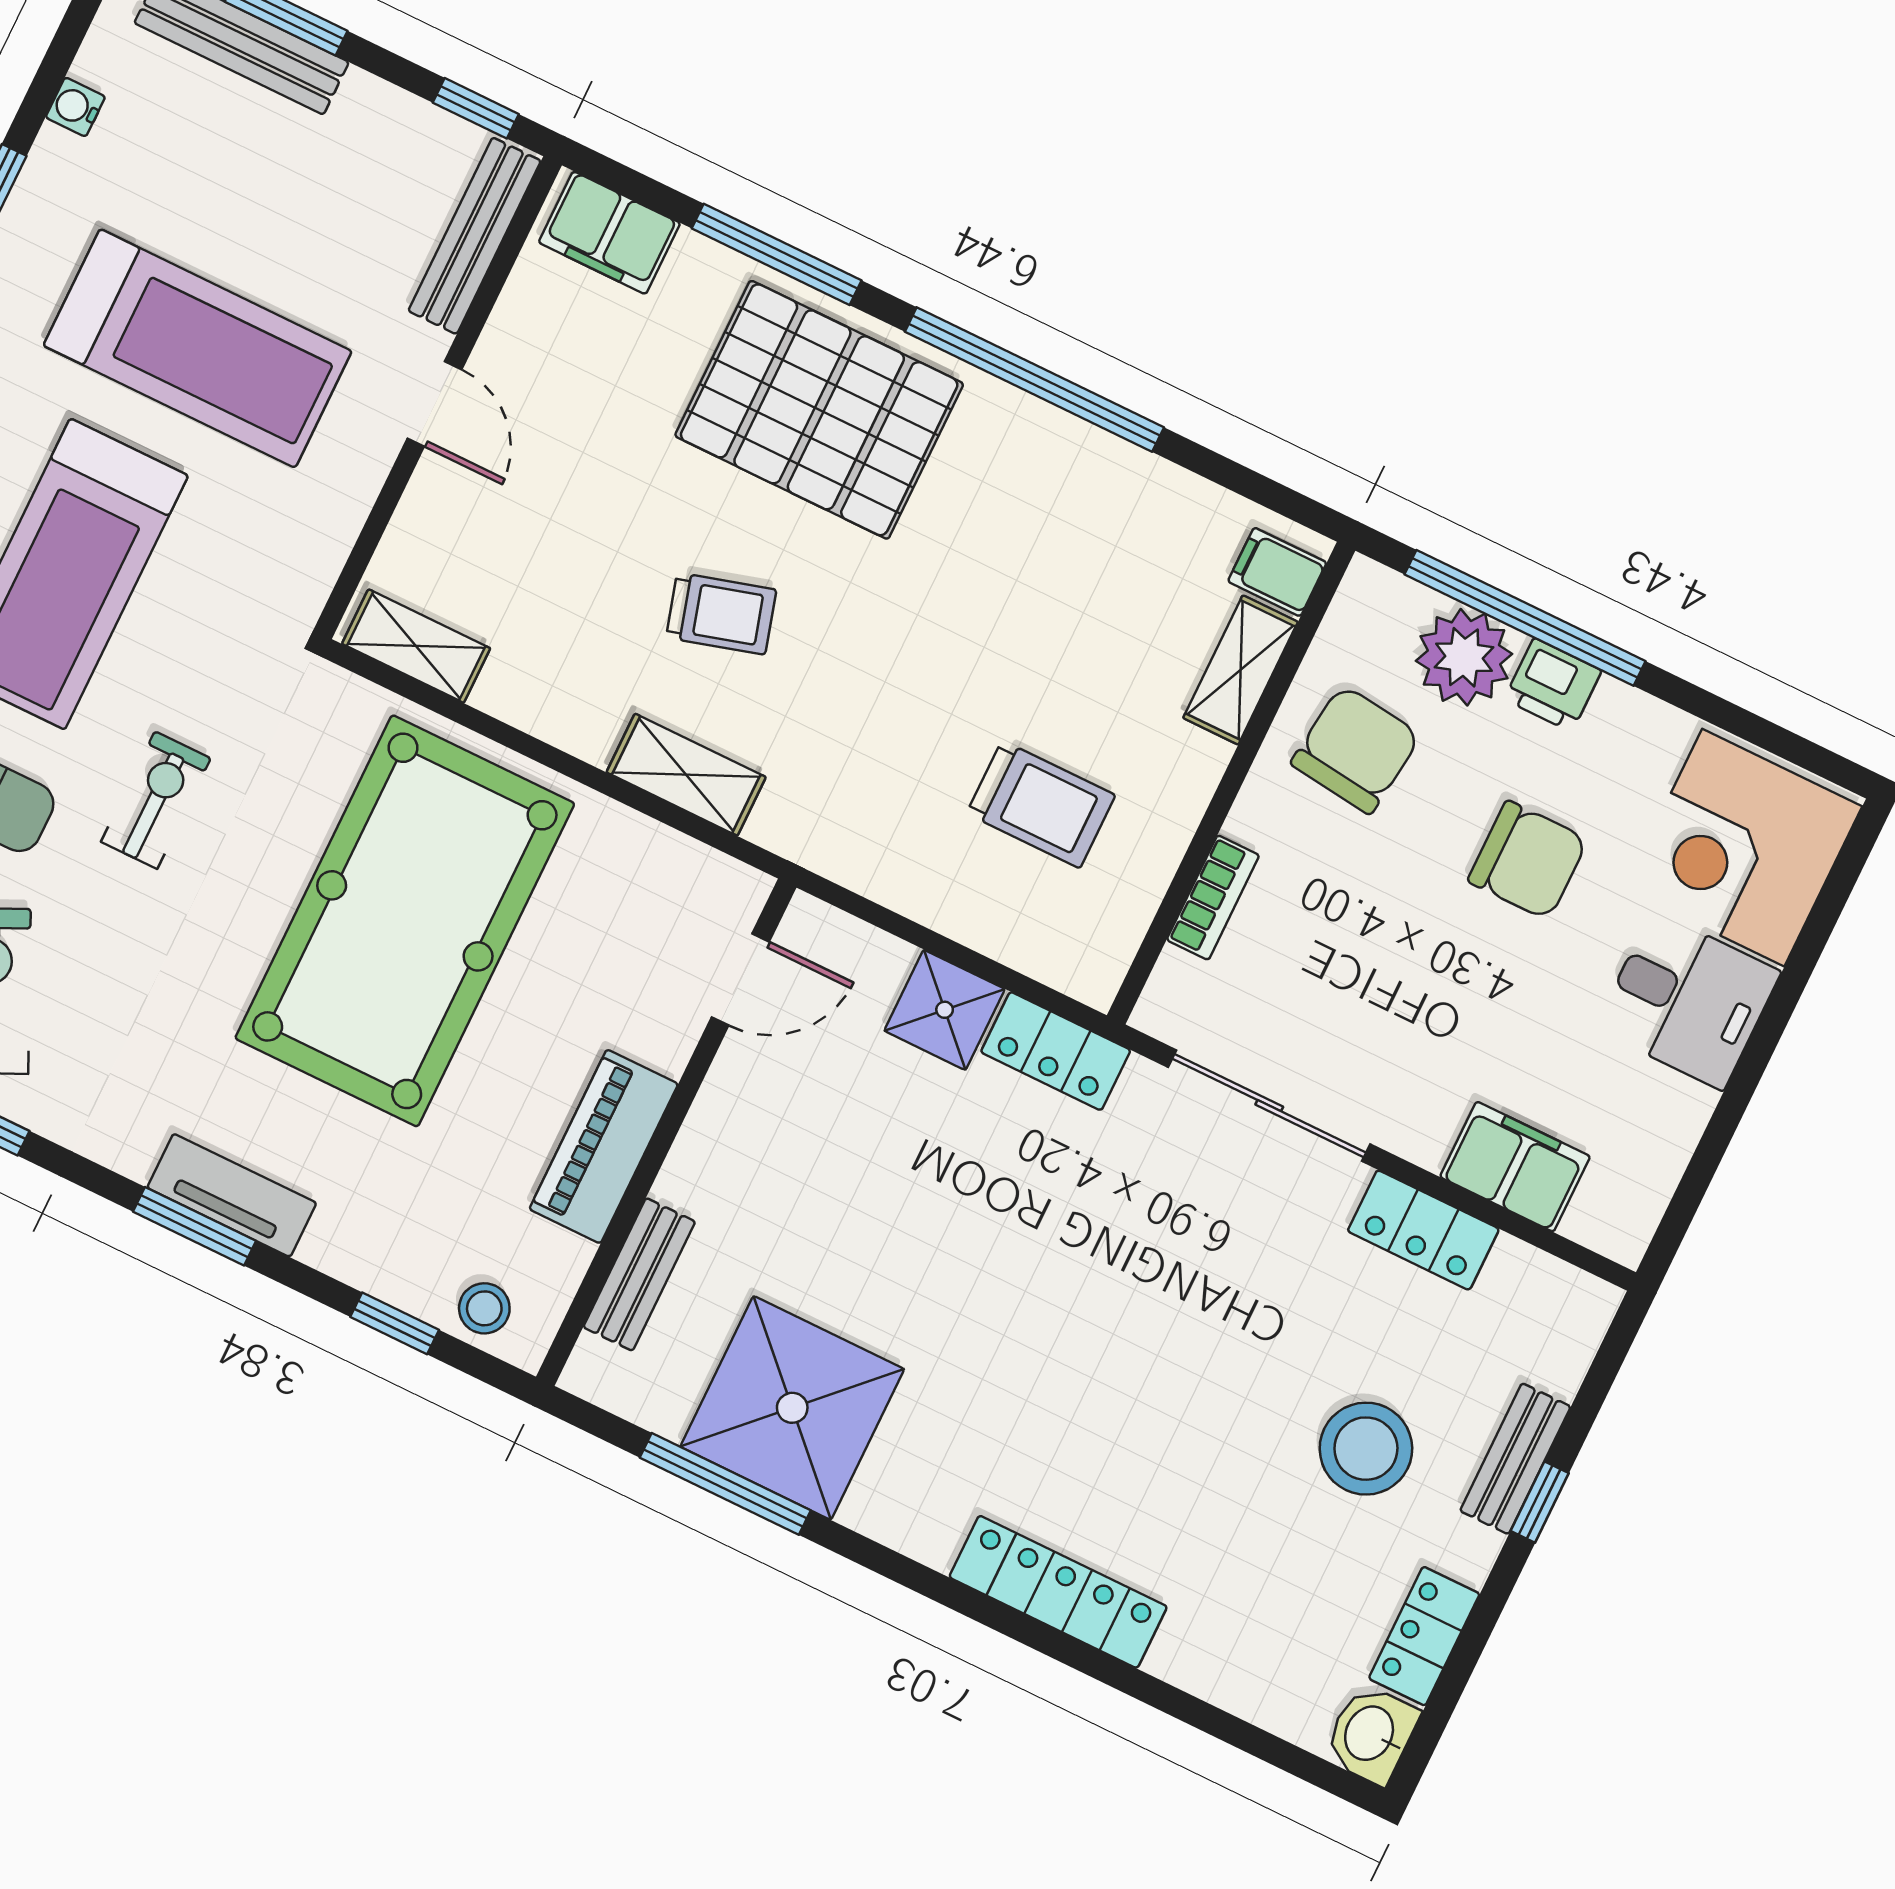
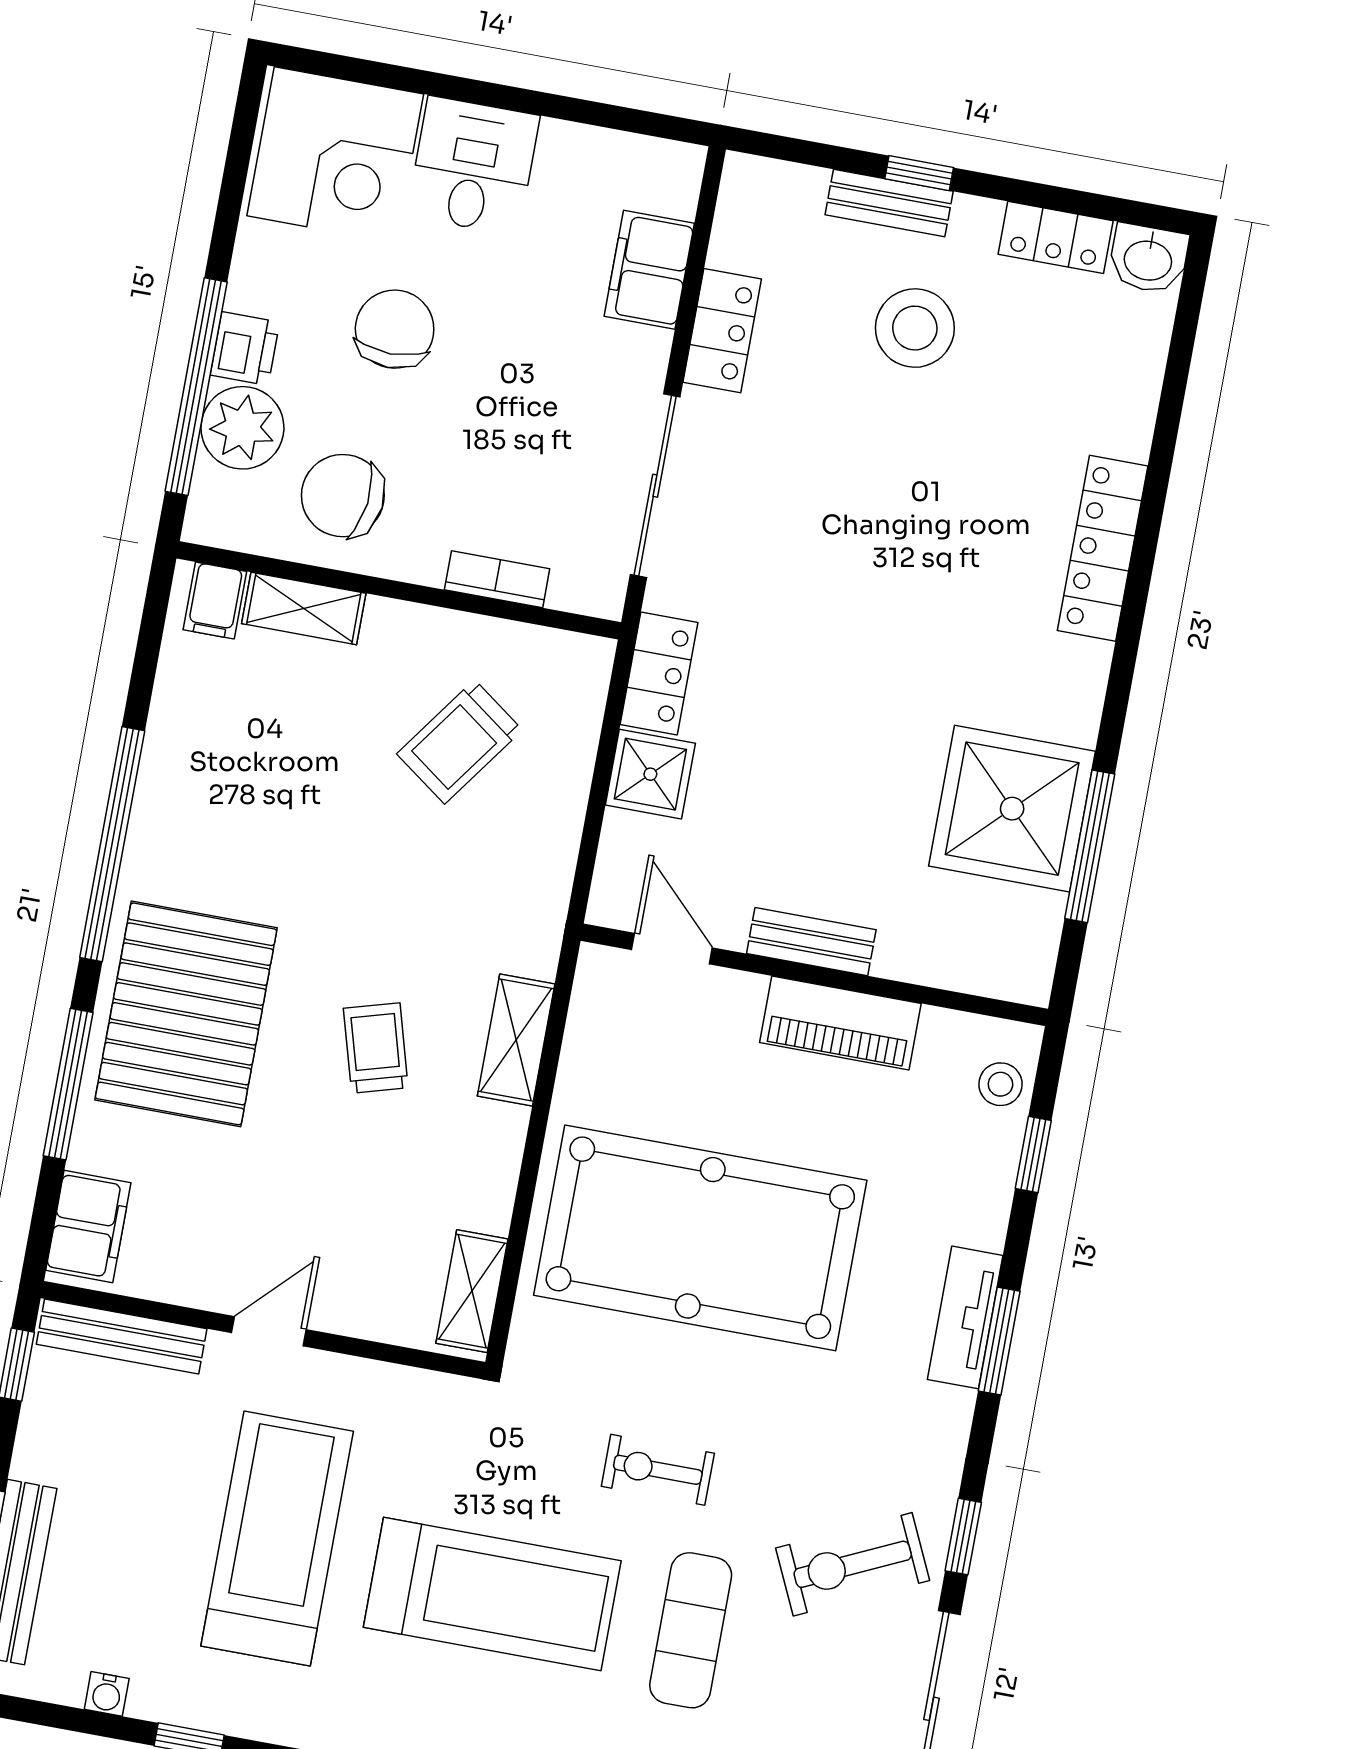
trolley: (1041, 804) -> (460, 742), turned -144
bench: (639, 1274) -> (811, 942), moved

